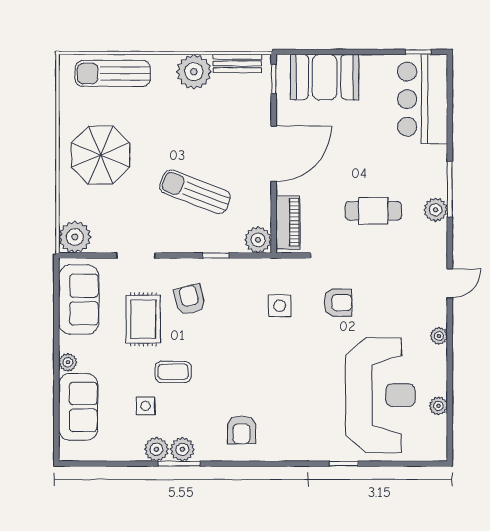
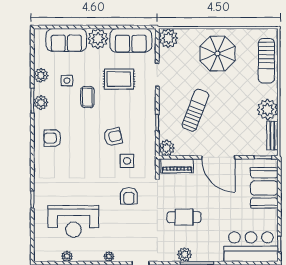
sun lounger: (113, 73) -> (266, 61), turned 180
cafe table: (373, 211) -> (184, 217), turned 90
armchair: (190, 300) -> (113, 137), moved
plant: (68, 362) -> (98, 39), width x1.88, depth x1.88
reception desk: (380, 395) -> (73, 221), width x0.74, depth x0.77
plant: (156, 449) -> (41, 75), moved

